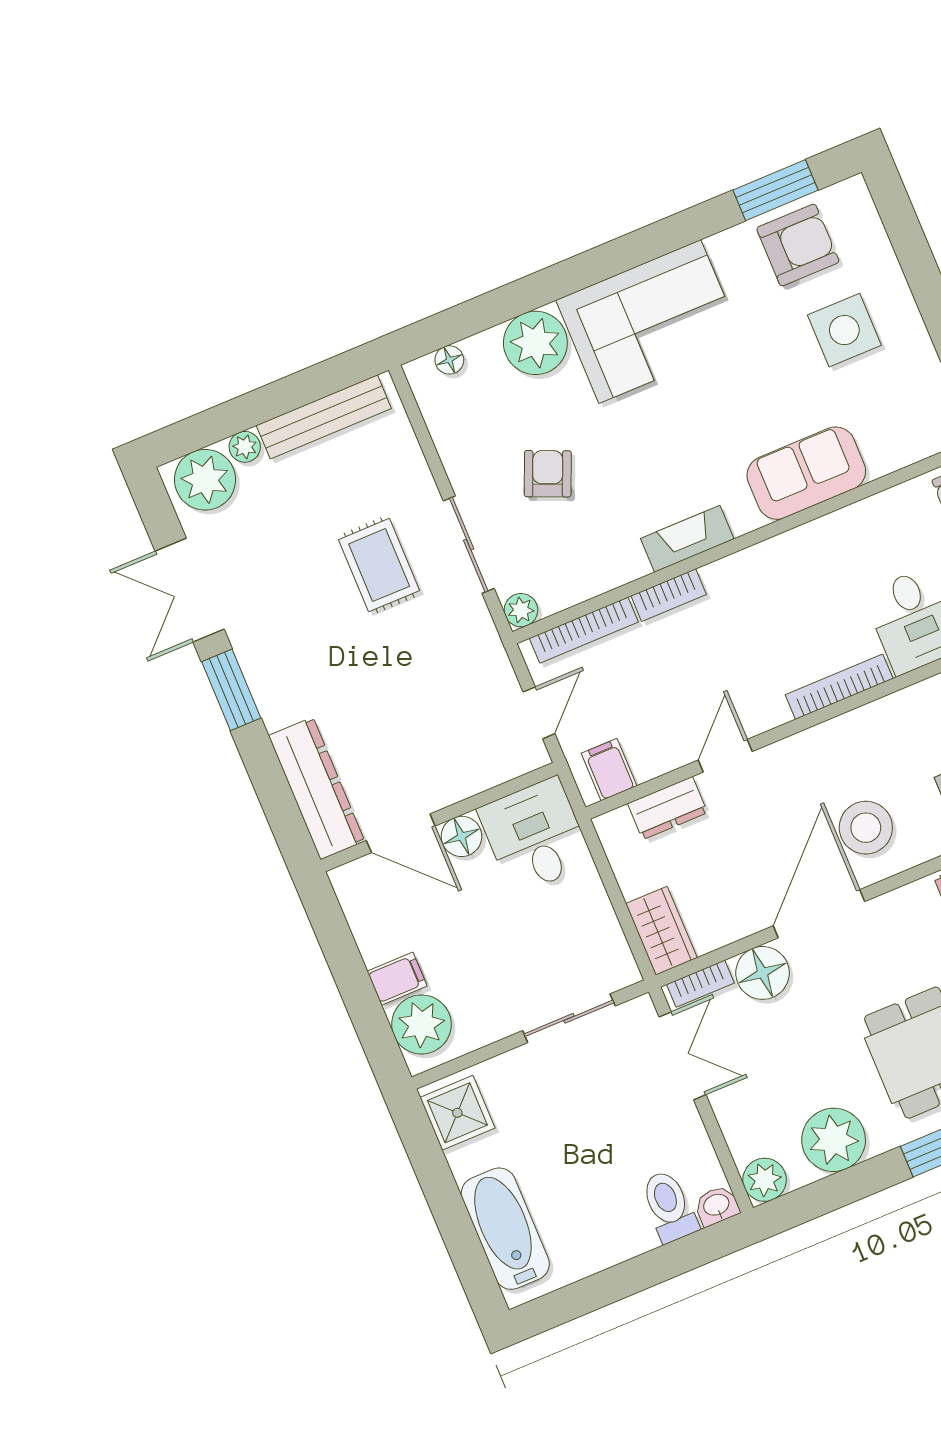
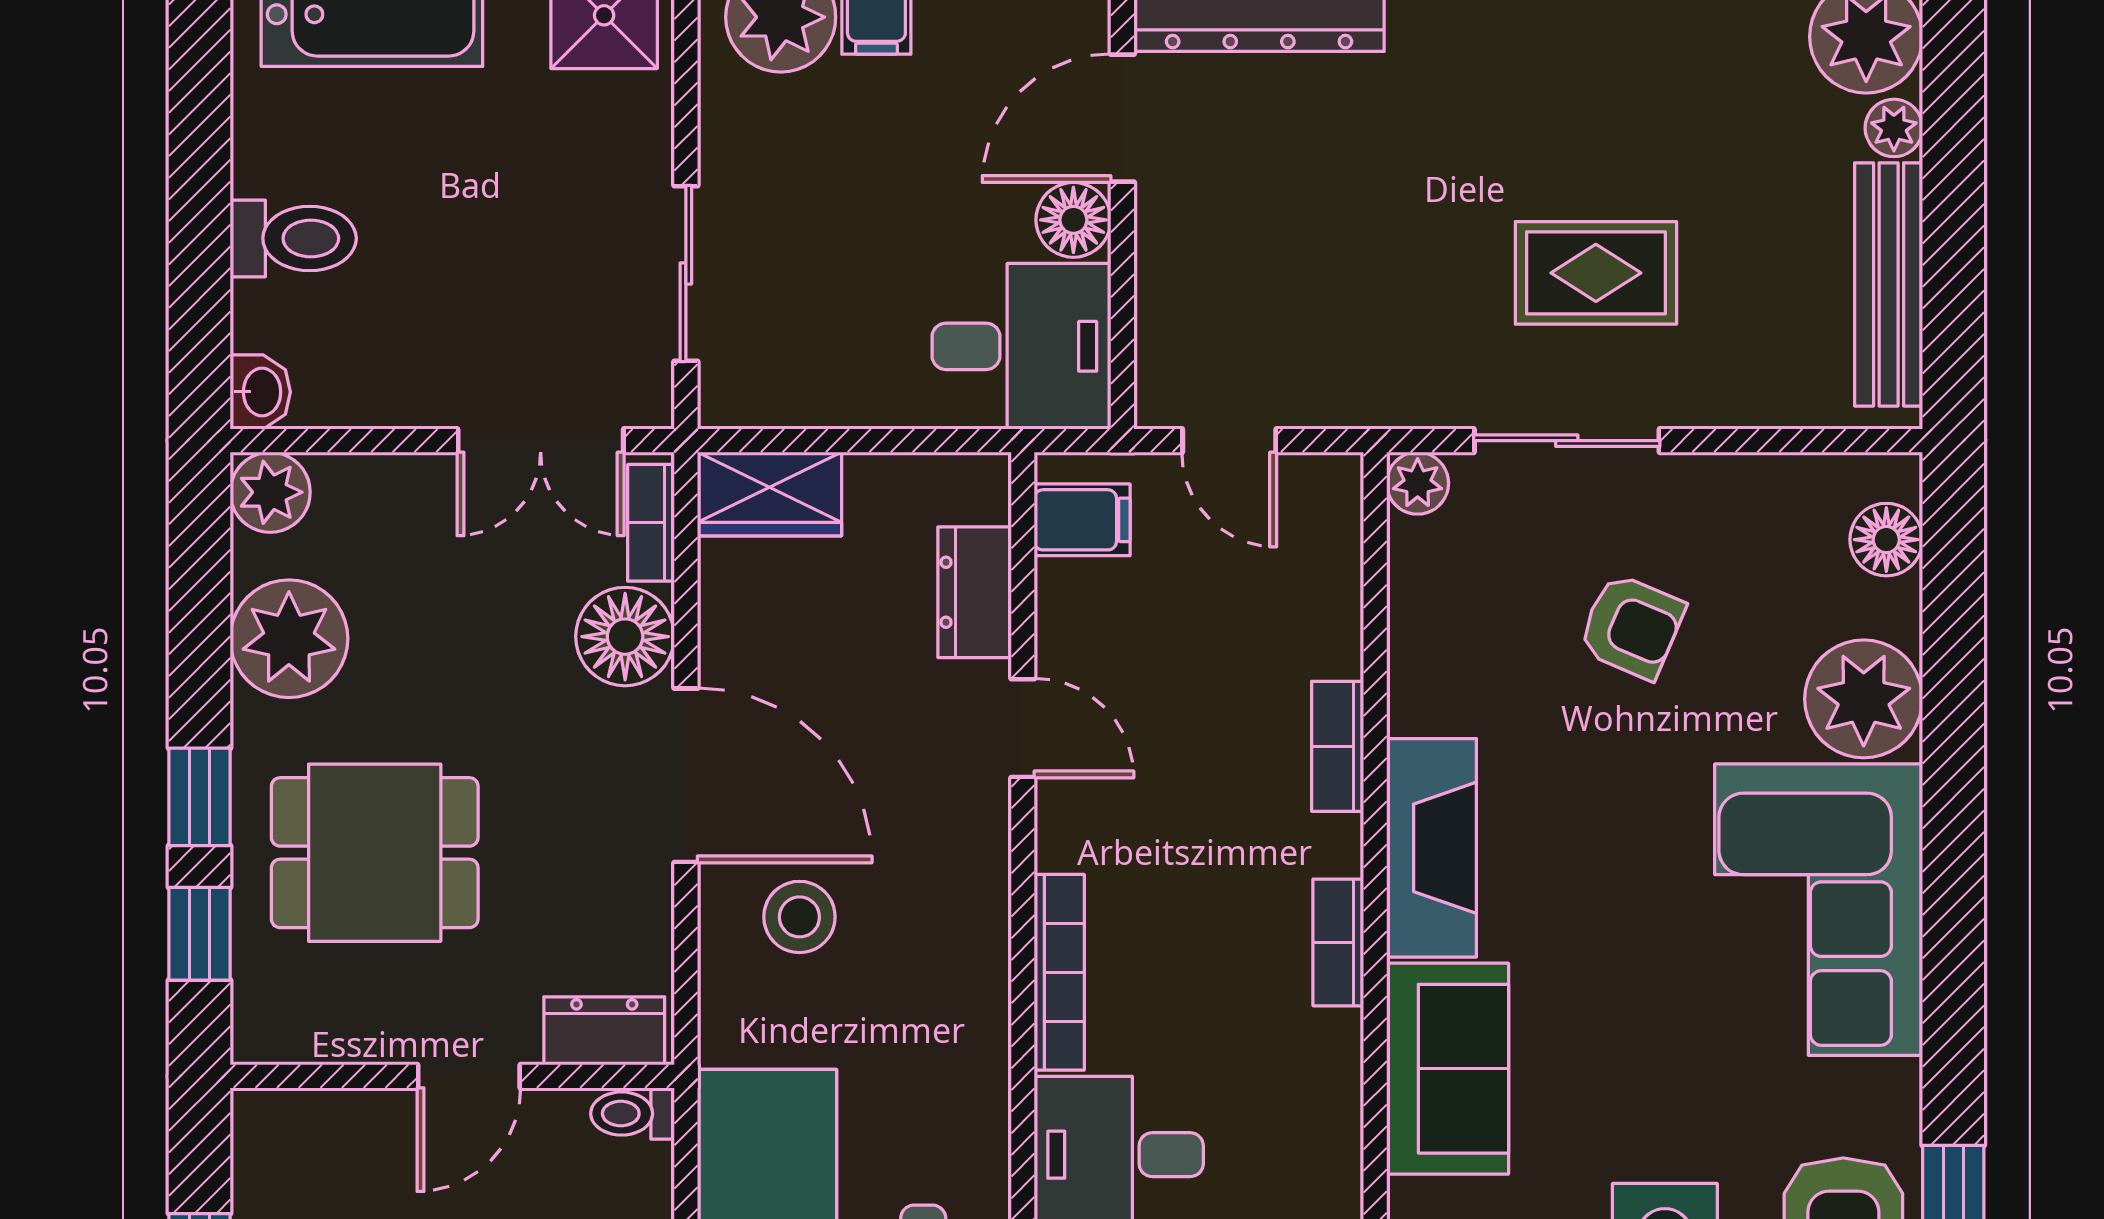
floor lamp: (449, 360) -> (1886, 540), width x1.37, depth x1.37
fireplace: (687, 539) -> (1431, 848), width x1.37, depth x1.32
bookcase: (584, 630) -> (1338, 942), moved, width x0.64
stool: (866, 828) -> (799, 917), width x0.73, depth x0.73
toilet: (669, 1206) -> (293, 238), moved

